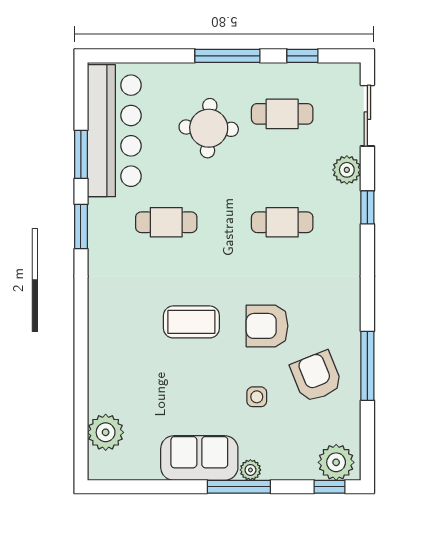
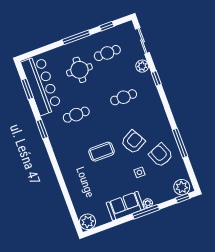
window: (81, 154) -> (27, 89), moved
armchair: (267, 326) -> (133, 142), turned 151
plant: (106, 432) -> (88, 222), moved

